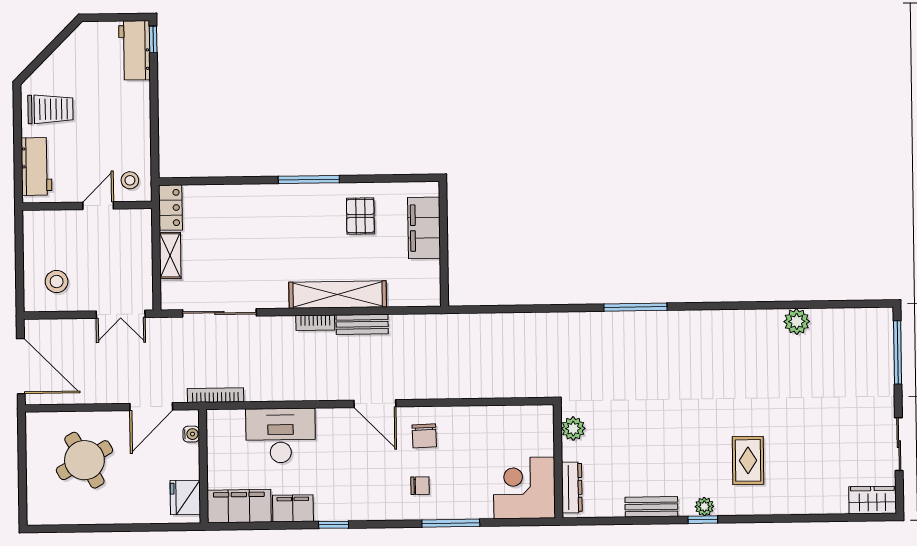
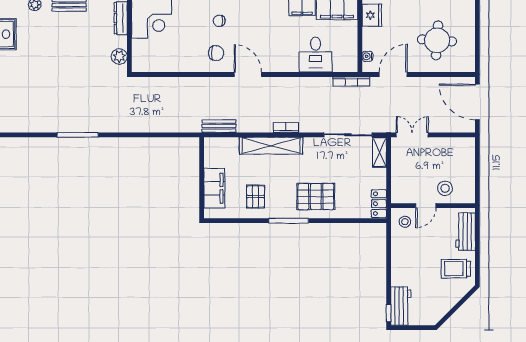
pallet: (268, 217) -> (316, 197), added
shelving: (170, 255) -> (379, 152), moved
stool: (57, 282) -> (445, 188), moved
bench: (362, 324) -> (219, 126), moved
desk: (281, 436) -> (315, 55), width x0.73
chair: (424, 436) -> (216, 53), turned 92
round table: (84, 460) -> (437, 40), turned 33

